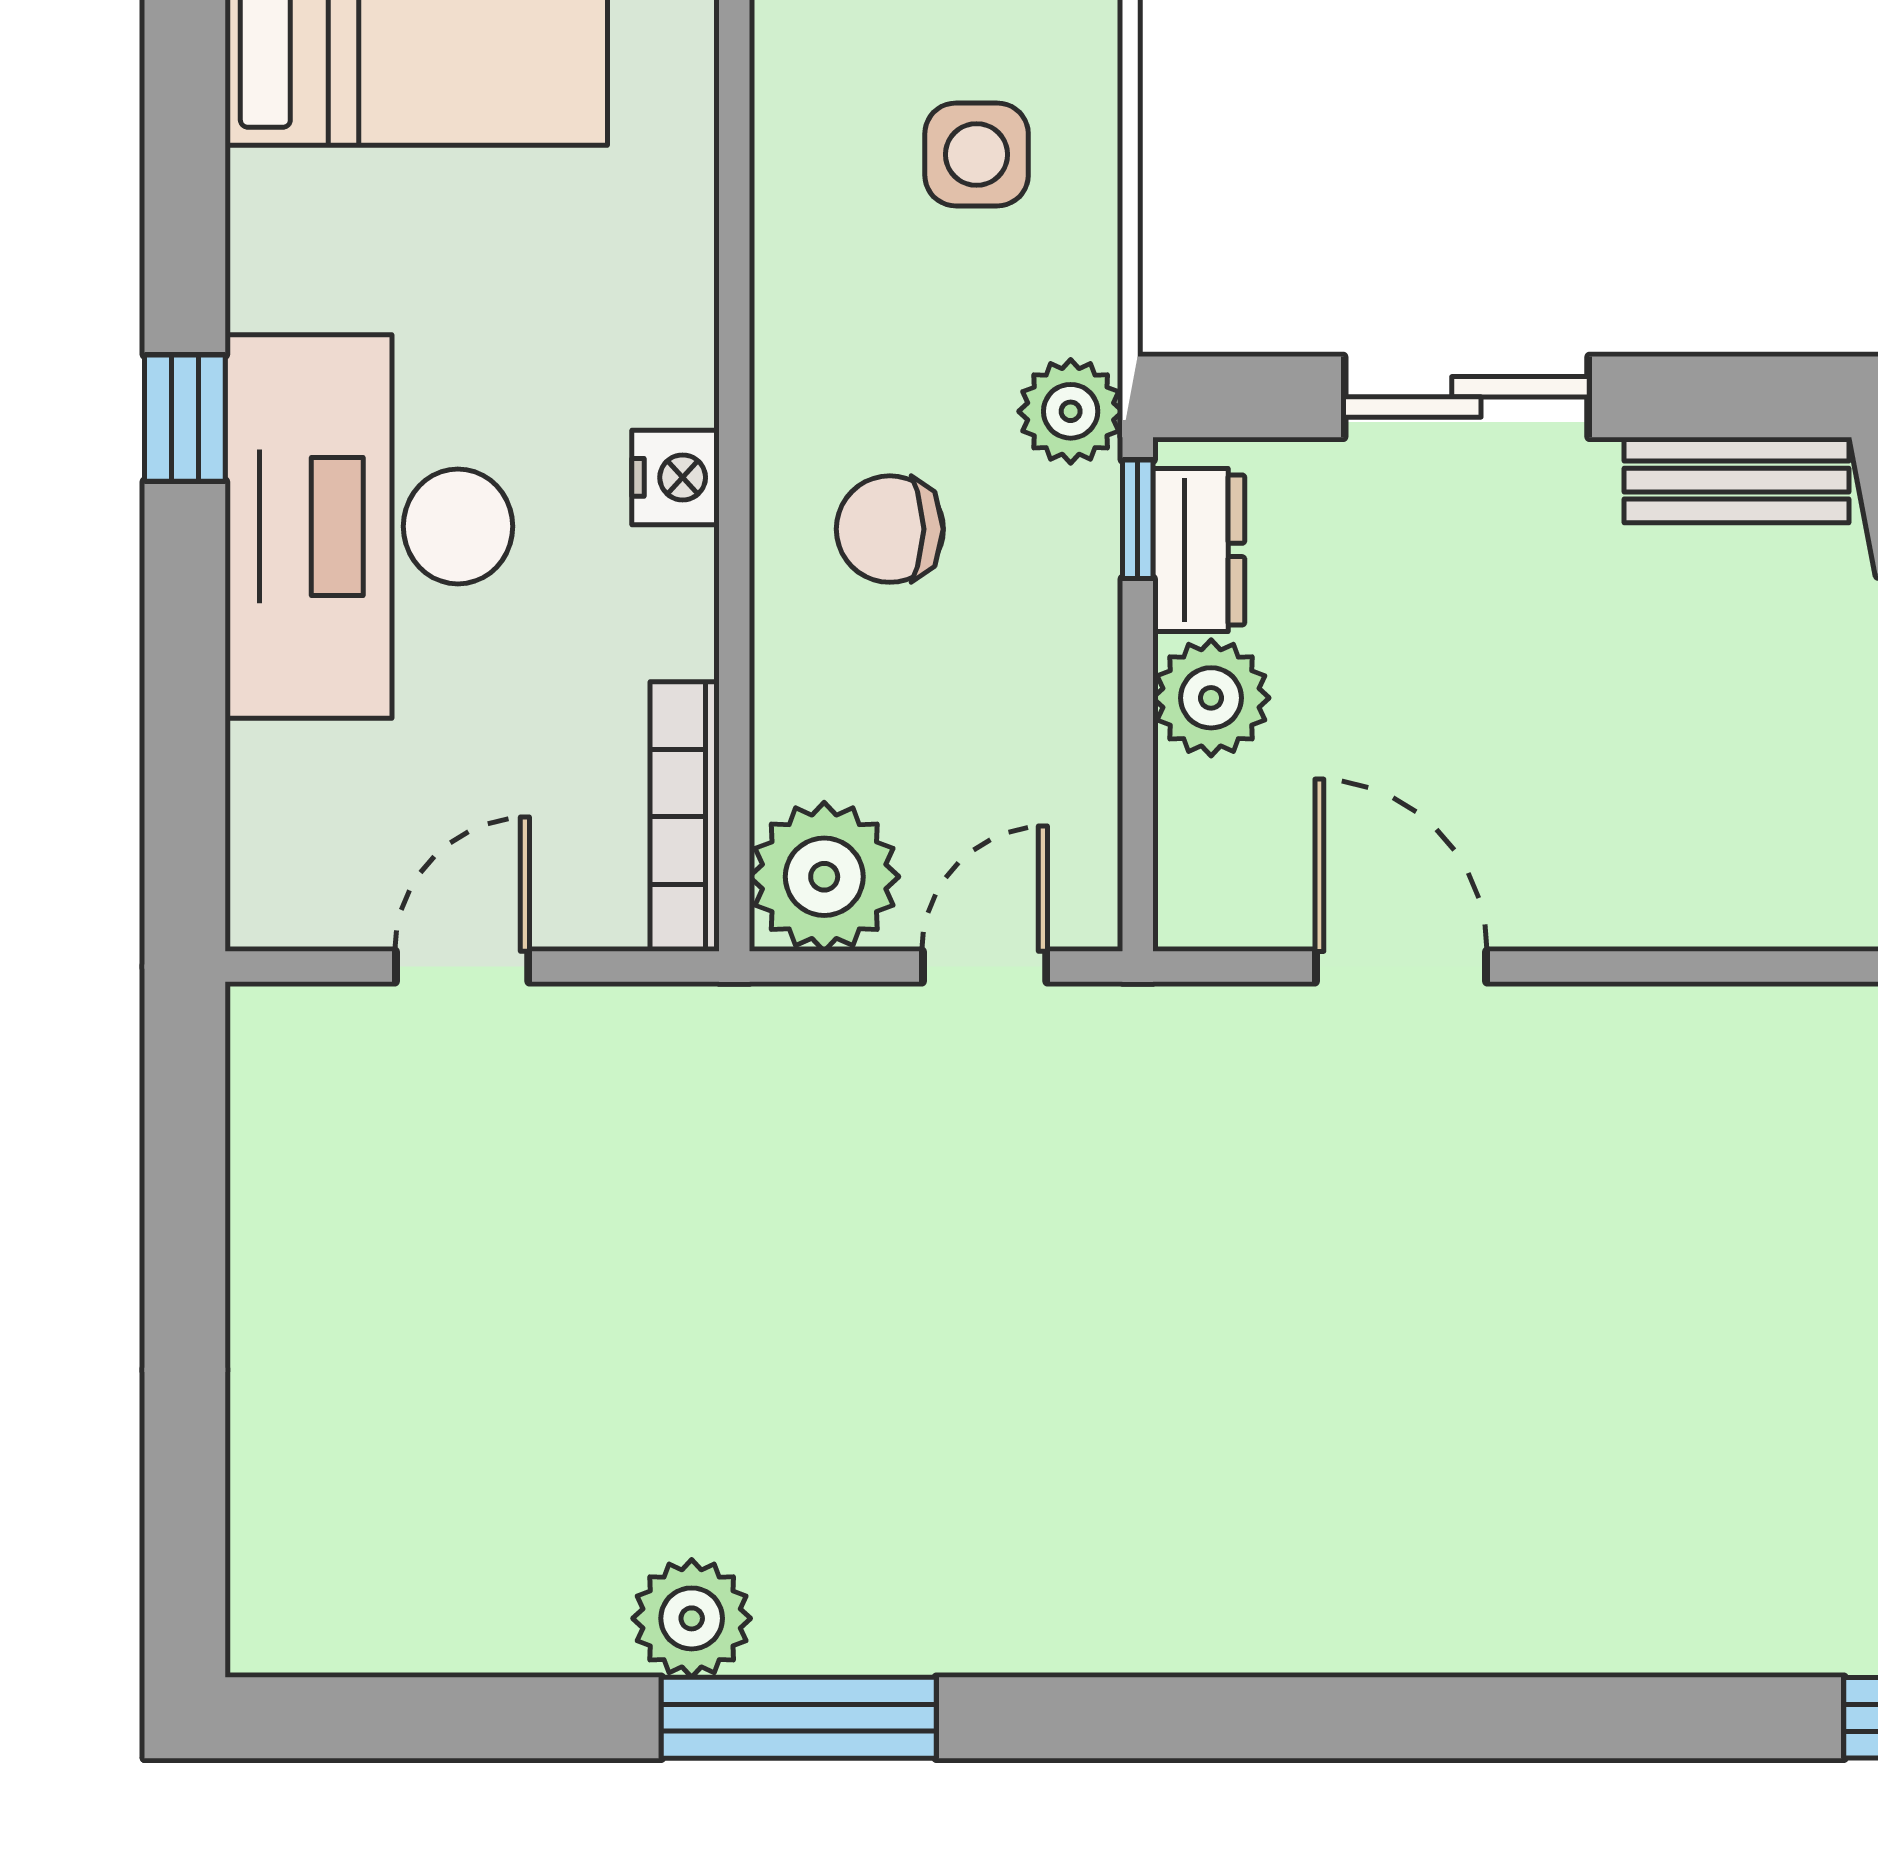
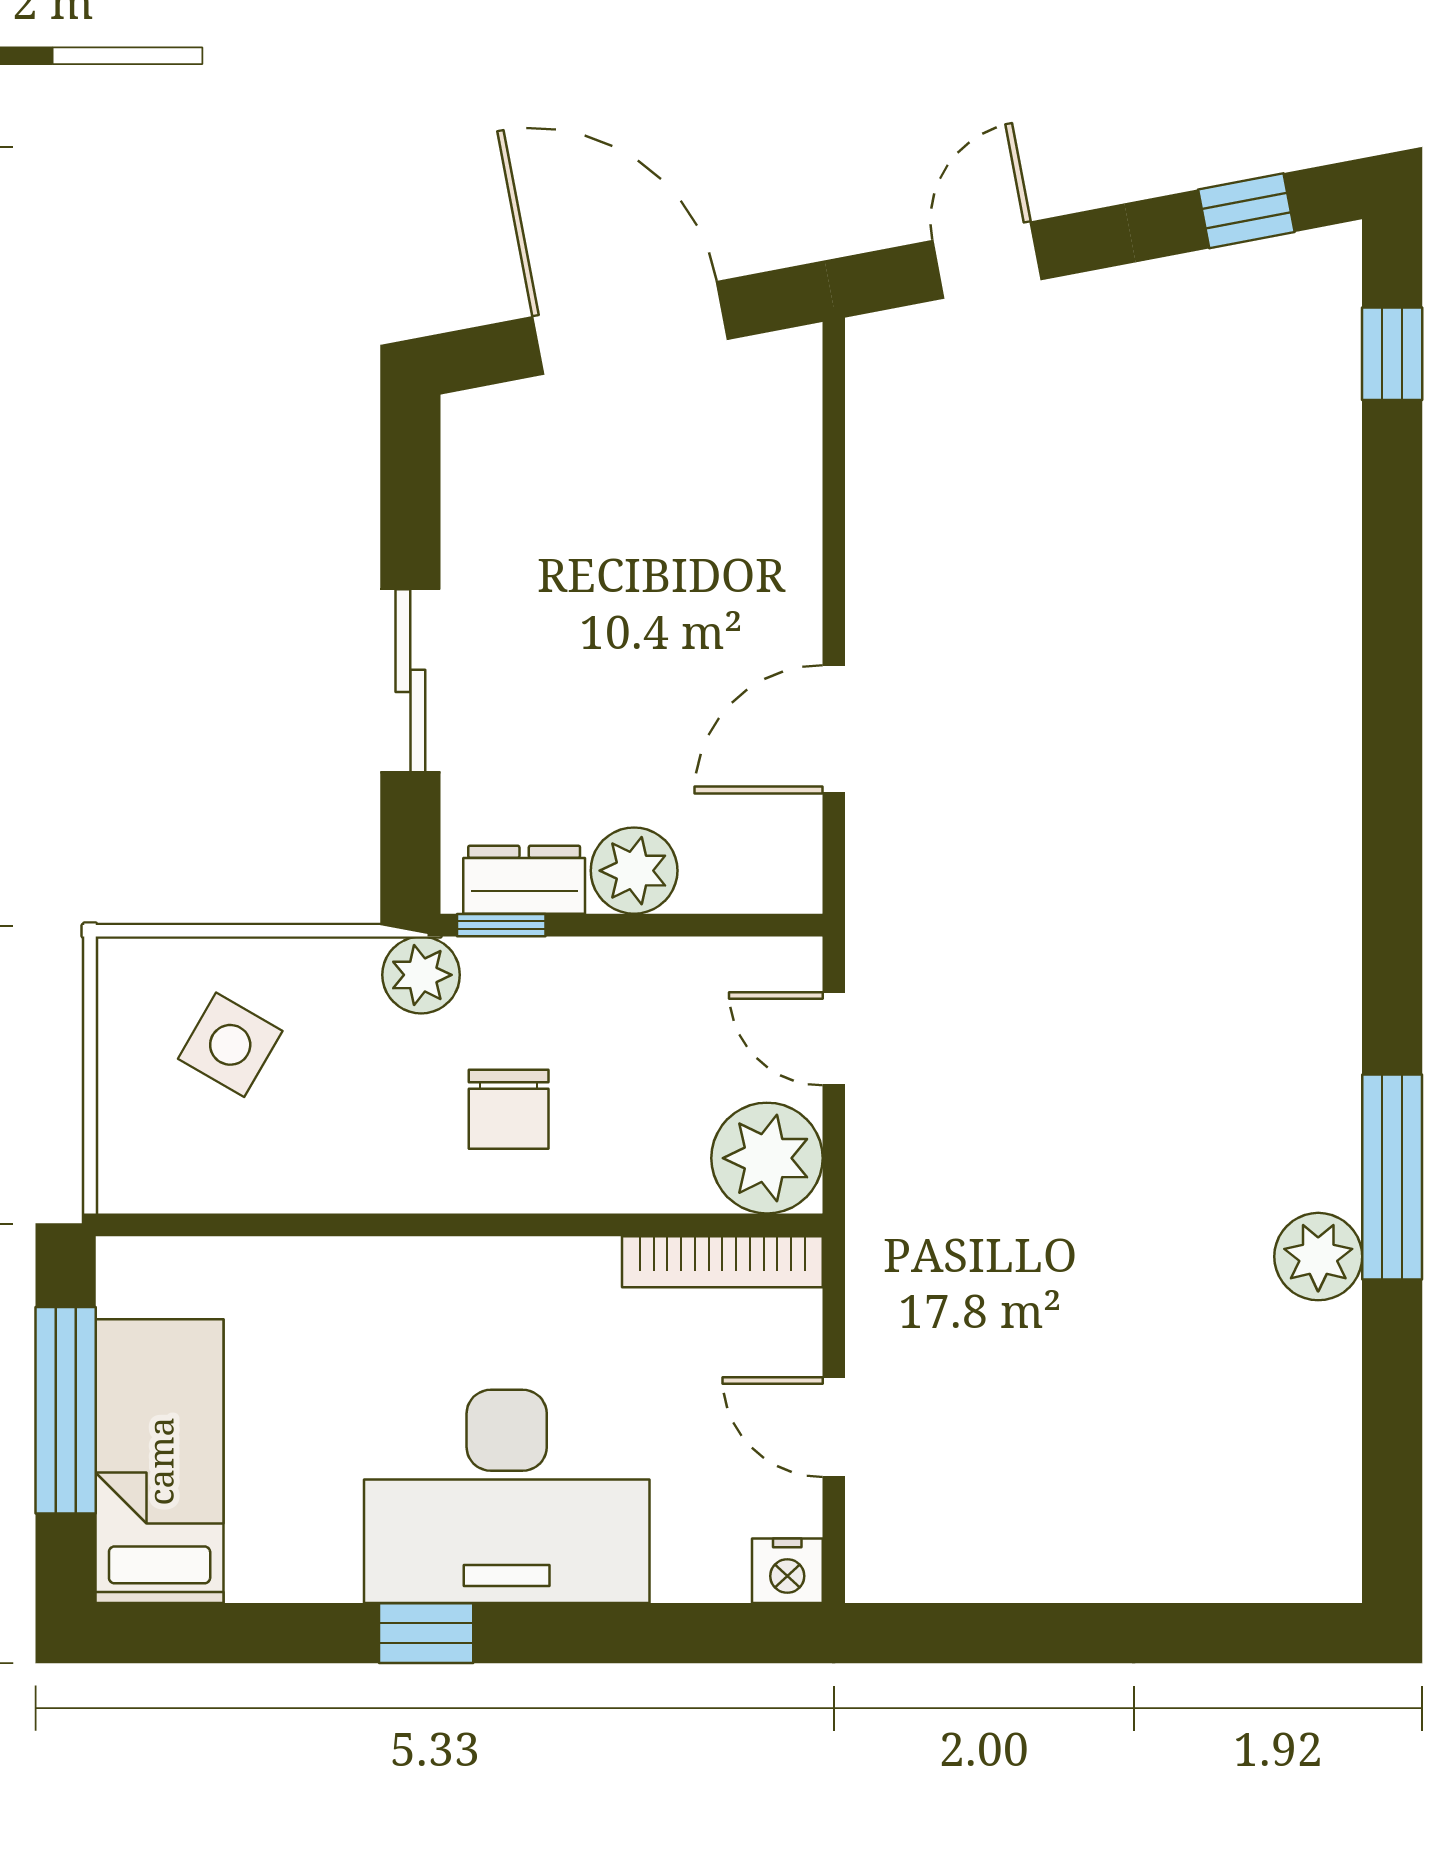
side table: (977, 154) -> (230, 1045), turned 30
nightstand: (676, 477) -> (787, 1571), moved, turned 180
bench: (1736, 480) -> (472, 480), removed

